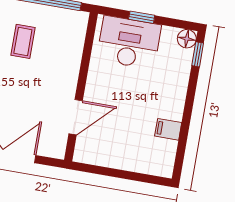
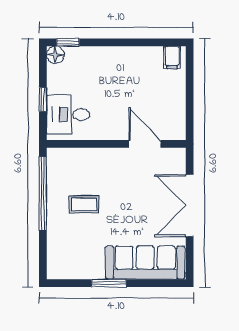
desk: (129, 42) -> (68, 115), width x0.73
filing cabinet: (168, 129) -> (172, 57), moved

